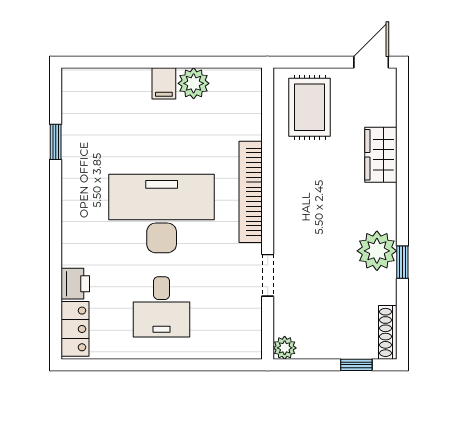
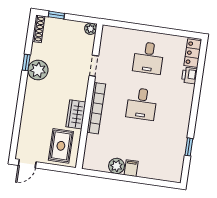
wardrobe: (381, 155) -> (76, 114), moved, turned 180
desk: (162, 214) -> (142, 104), width x0.53, depth x0.77
desk: (162, 307) -> (148, 58), turned 180

